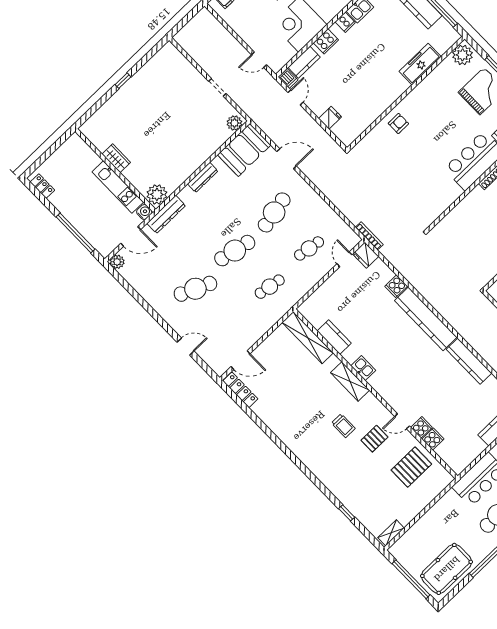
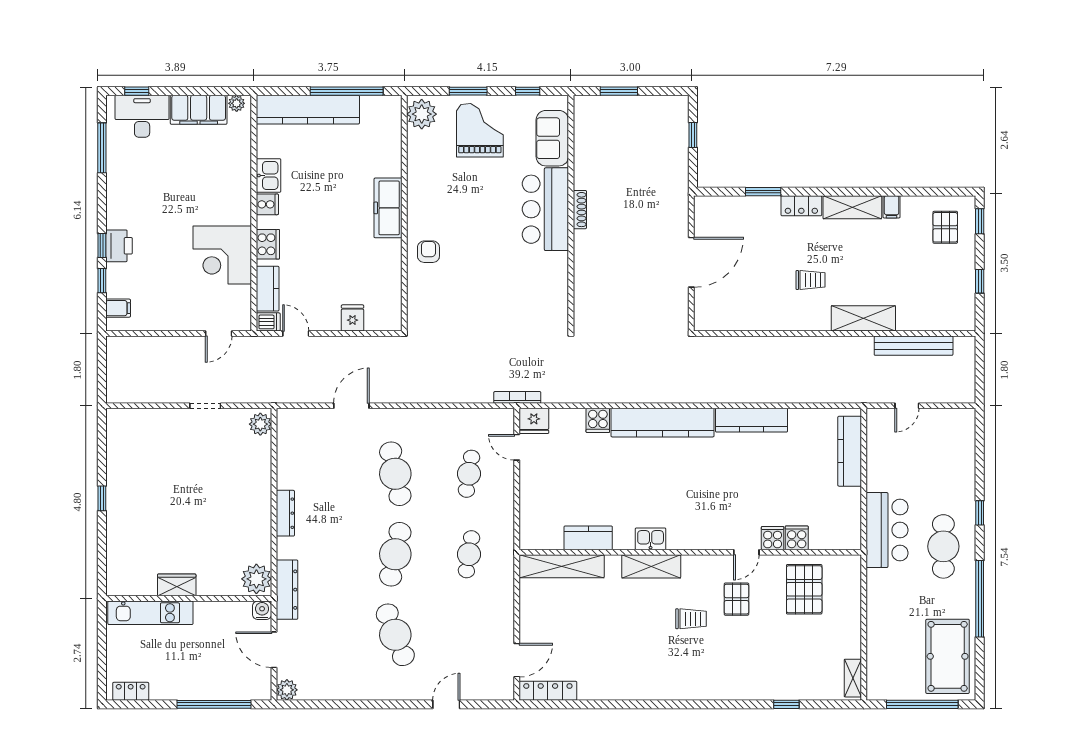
freezer: (420, 64) -> (388, 208), moved
booth: (244, 150) -> (299, 441), removed
kitchen unit: (118, 187) -> (150, 613), moved
door: (131, 236) -> (274, 650), swing flipped
cafe table: (195, 289) -> (395, 635), turned -45

